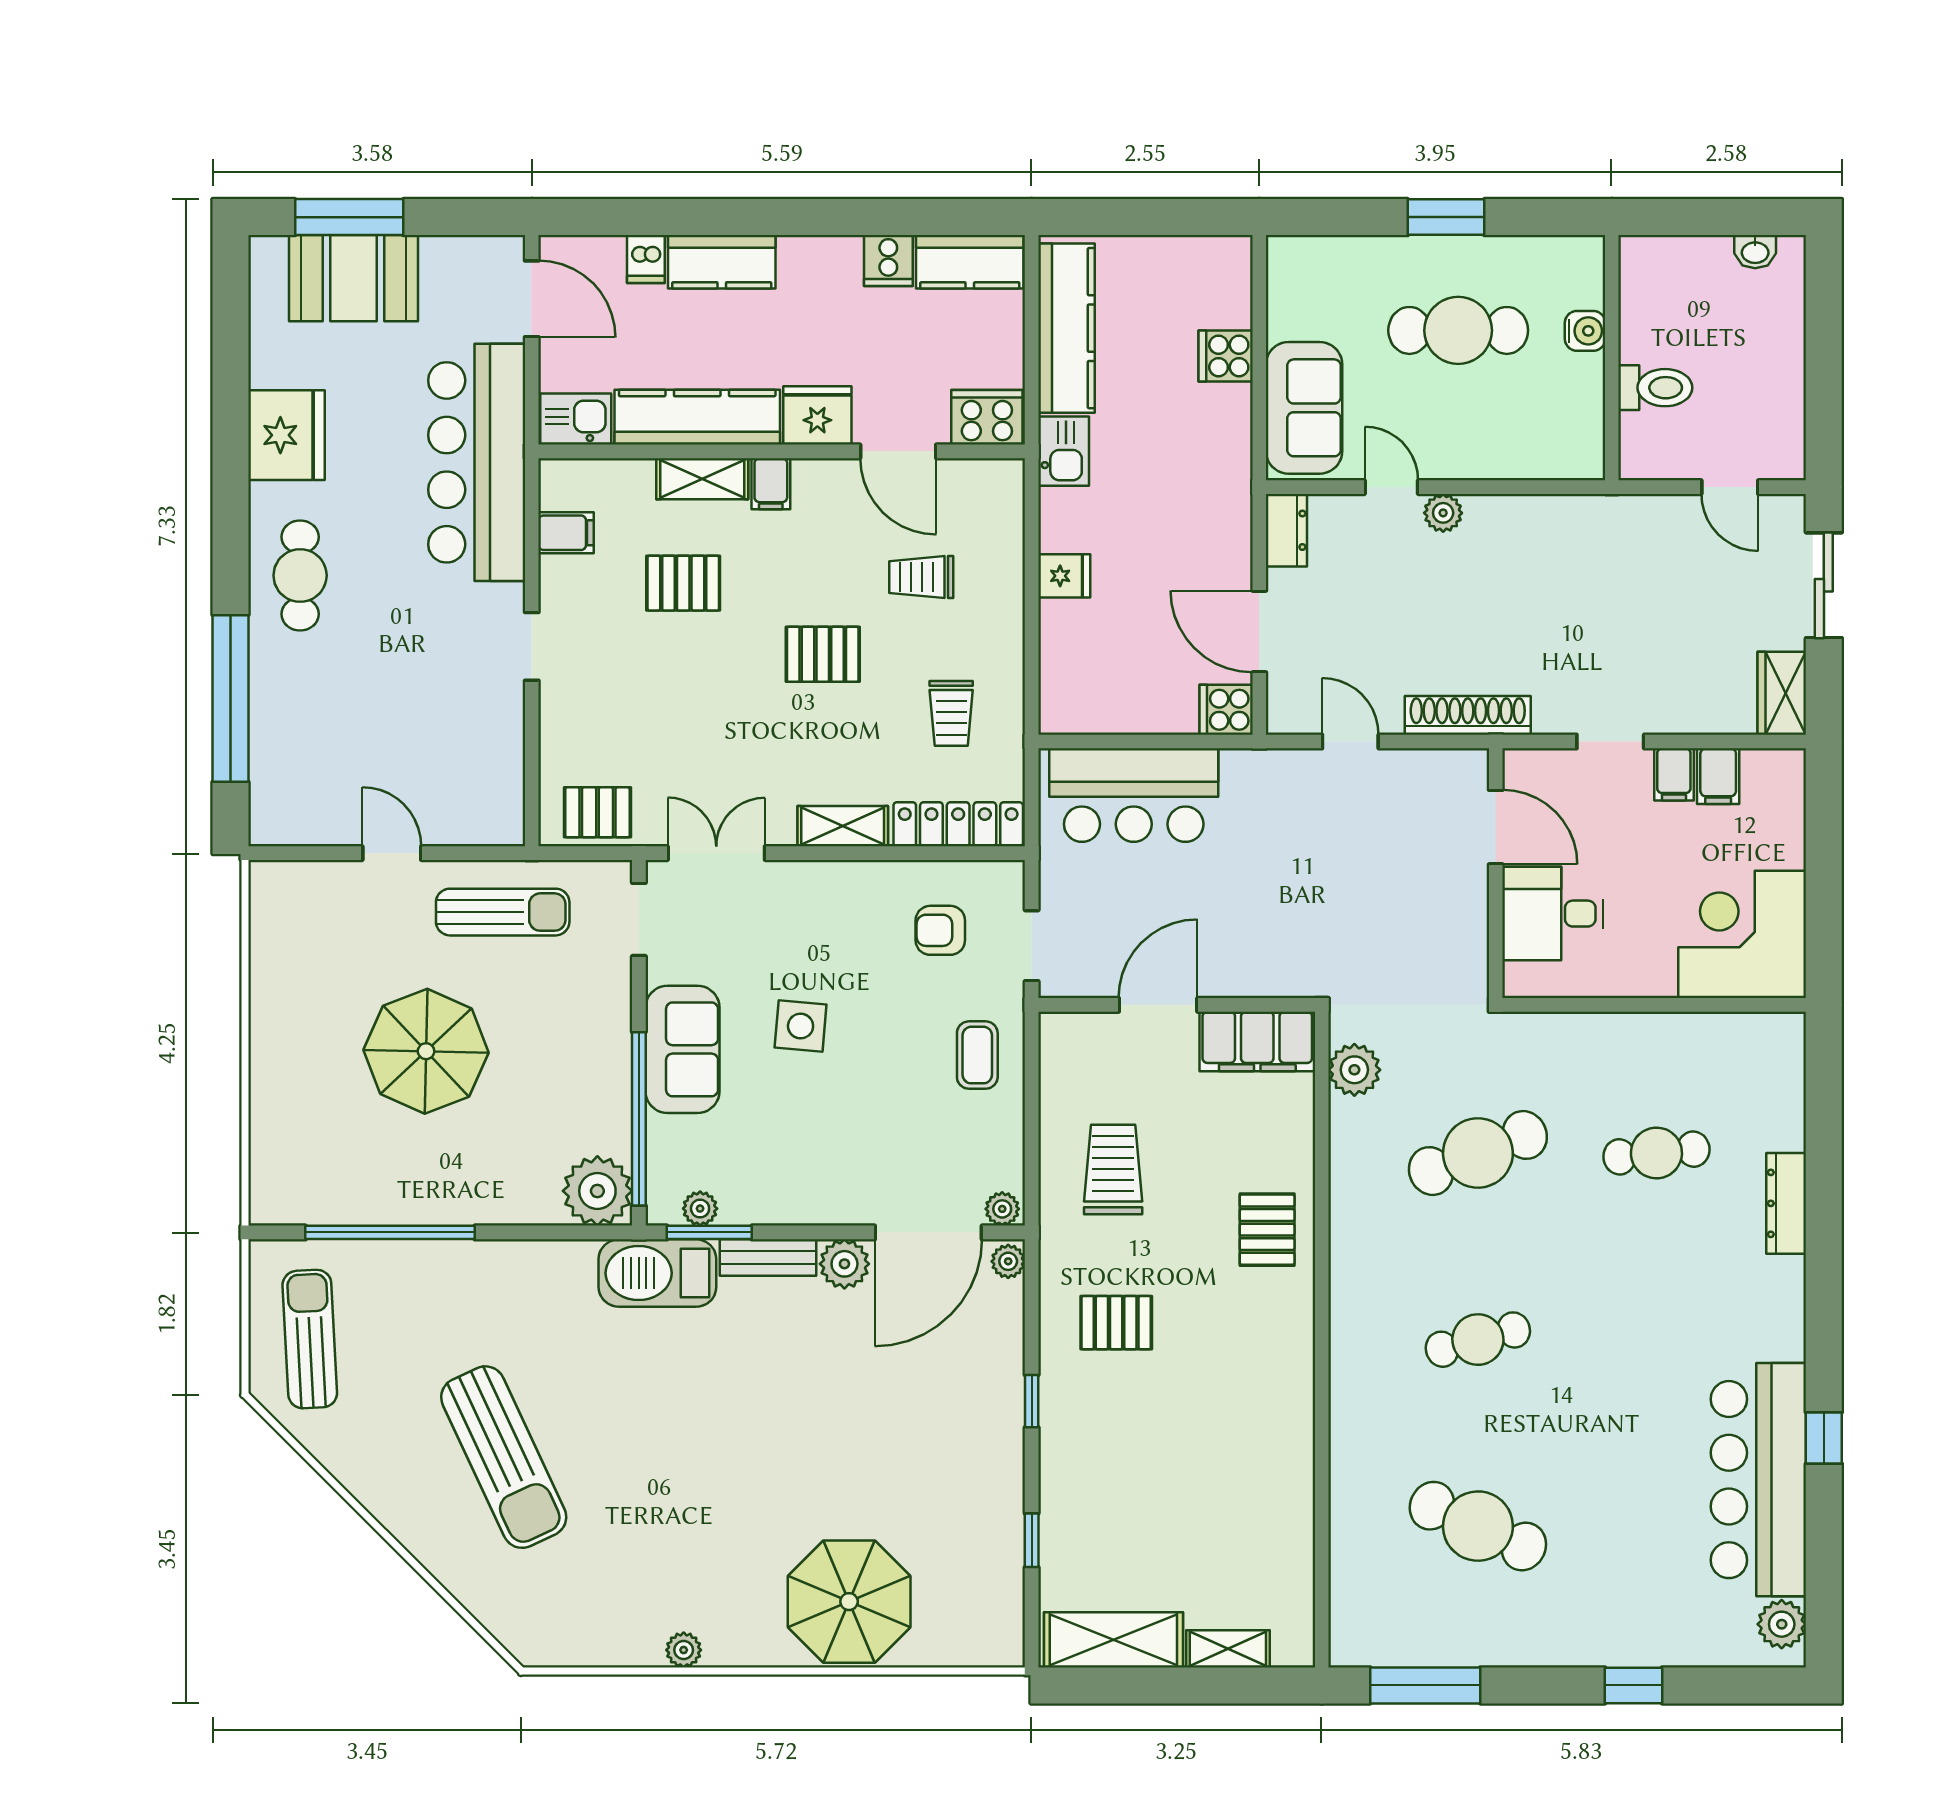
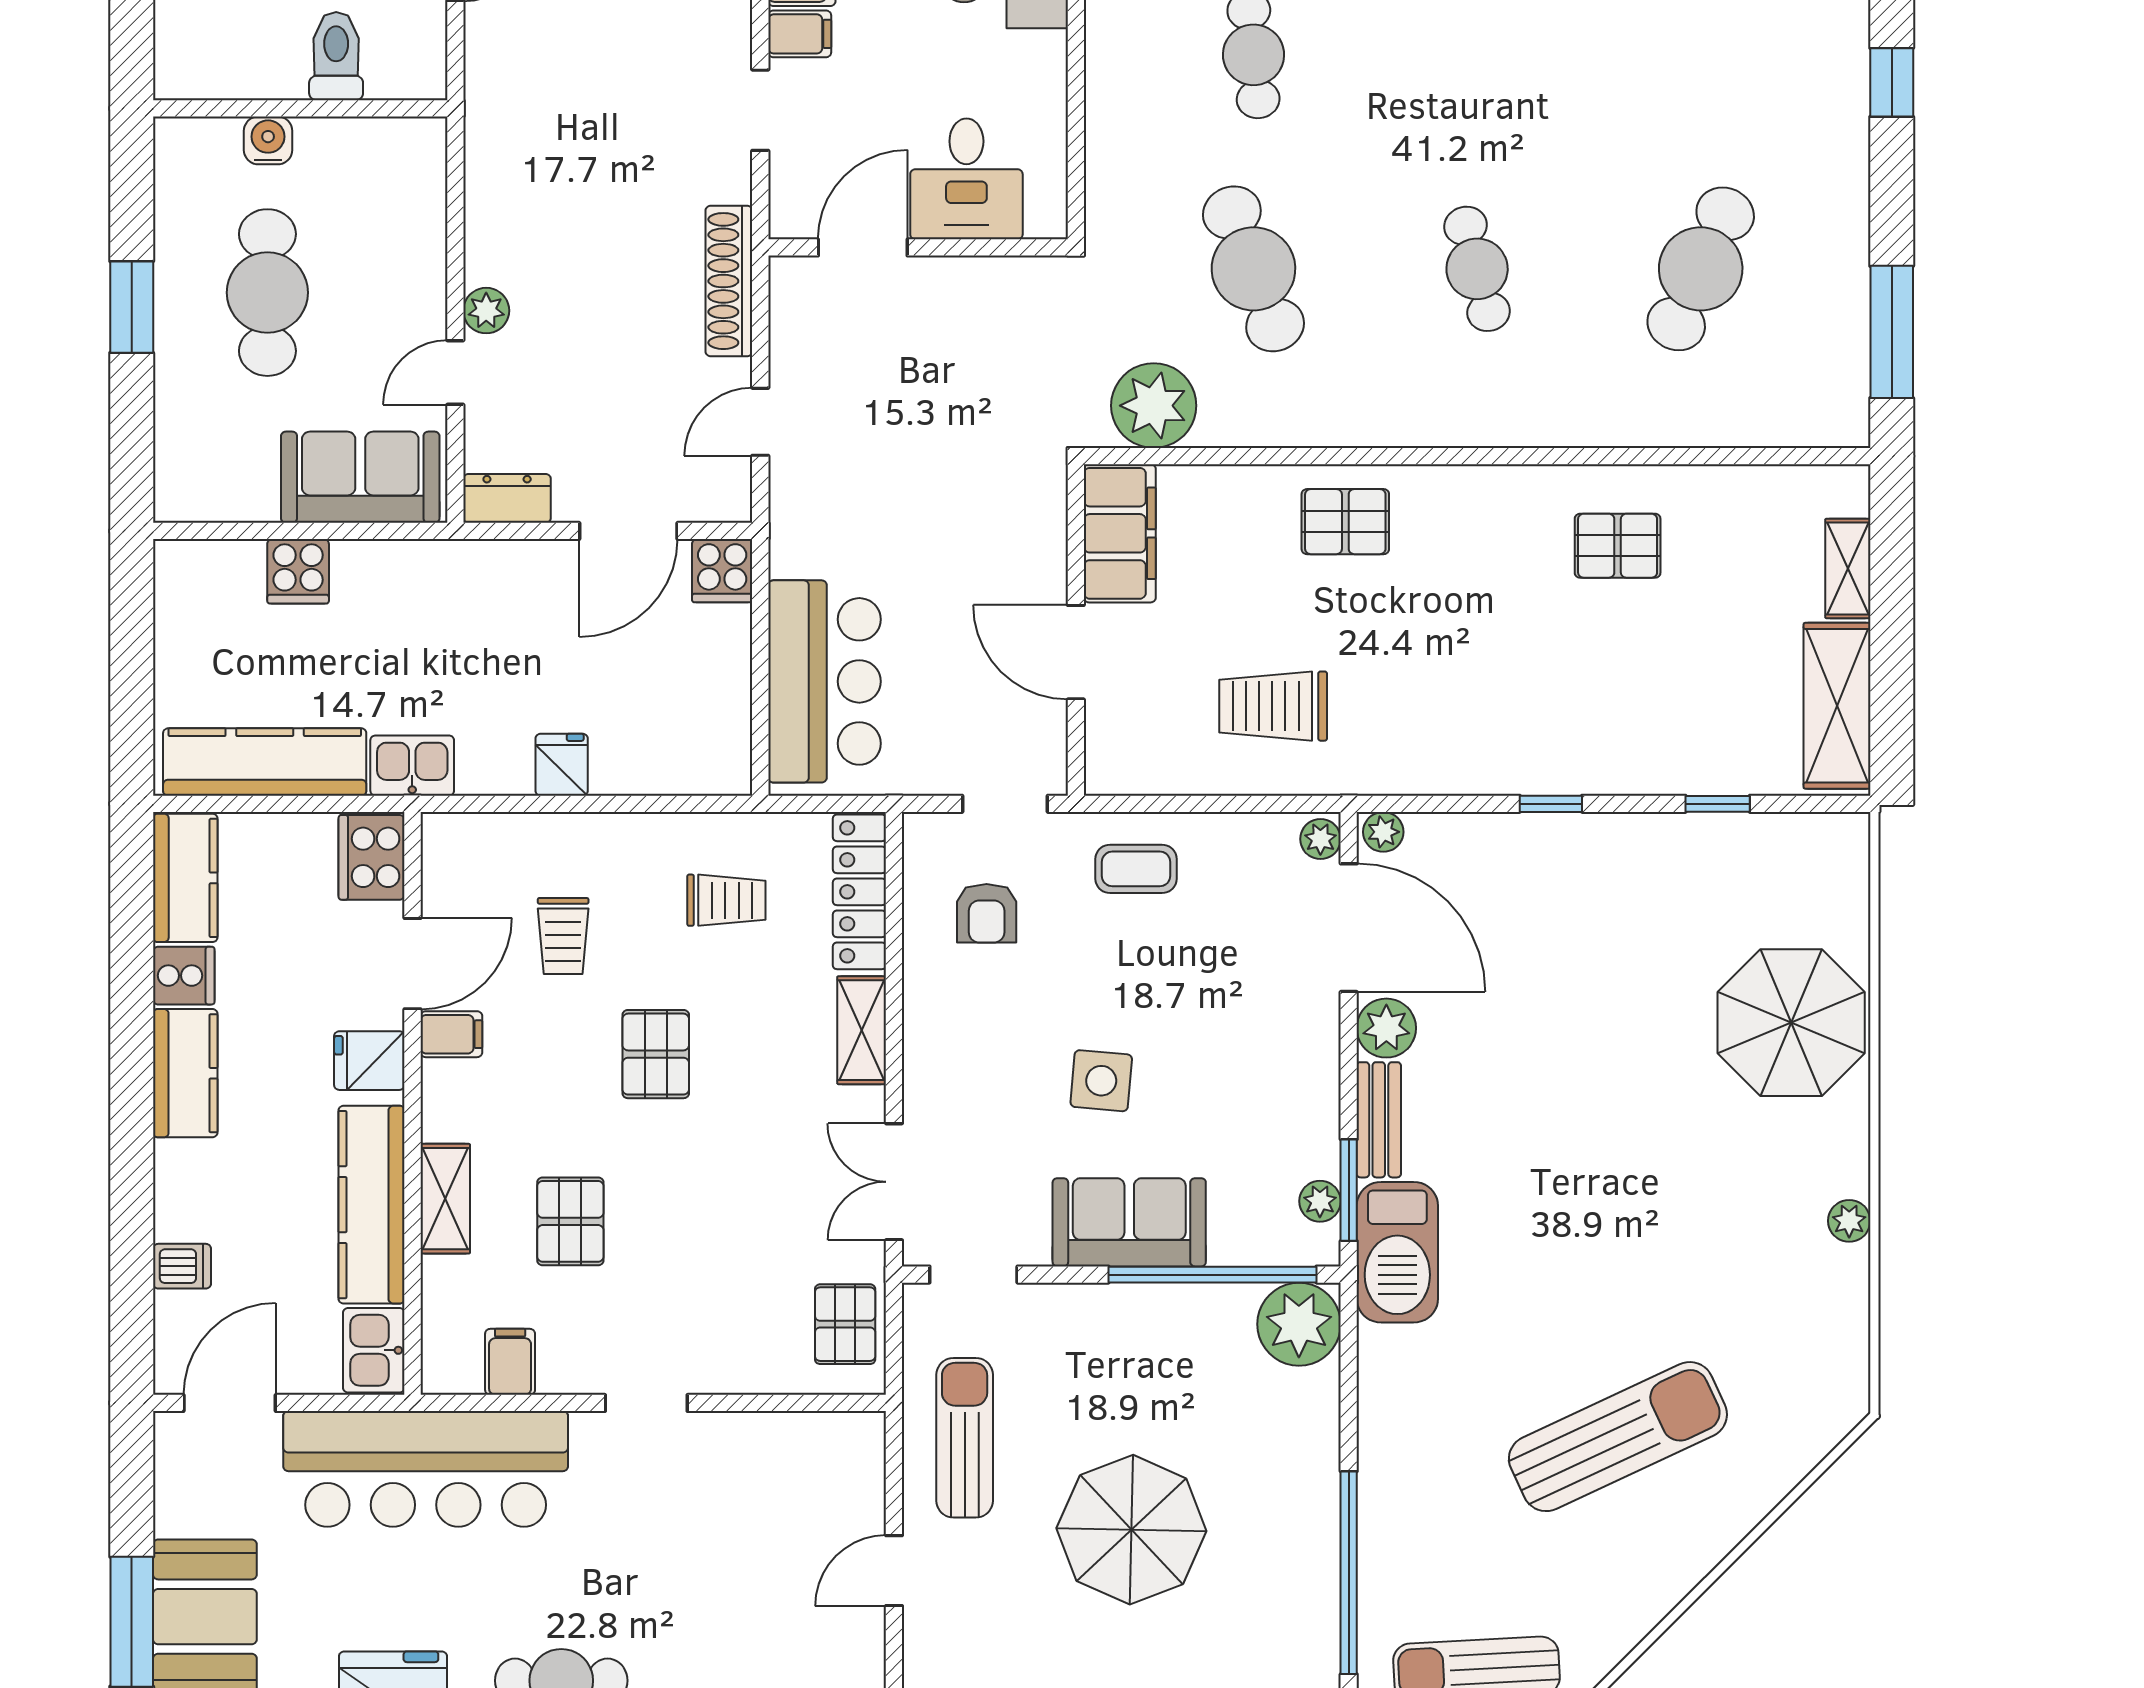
kitchen counter: (722, 262) -> (185, 1073), moved
fridge: (817, 415) -> (369, 1061), width x0.72
filing cabinet: (771, 484) -> (451, 1034), moved
plant: (1354, 1070) -> (1154, 406), width x1.36, depth x1.36
pallet: (1116, 1323) -> (1618, 546), moved, turned 90

